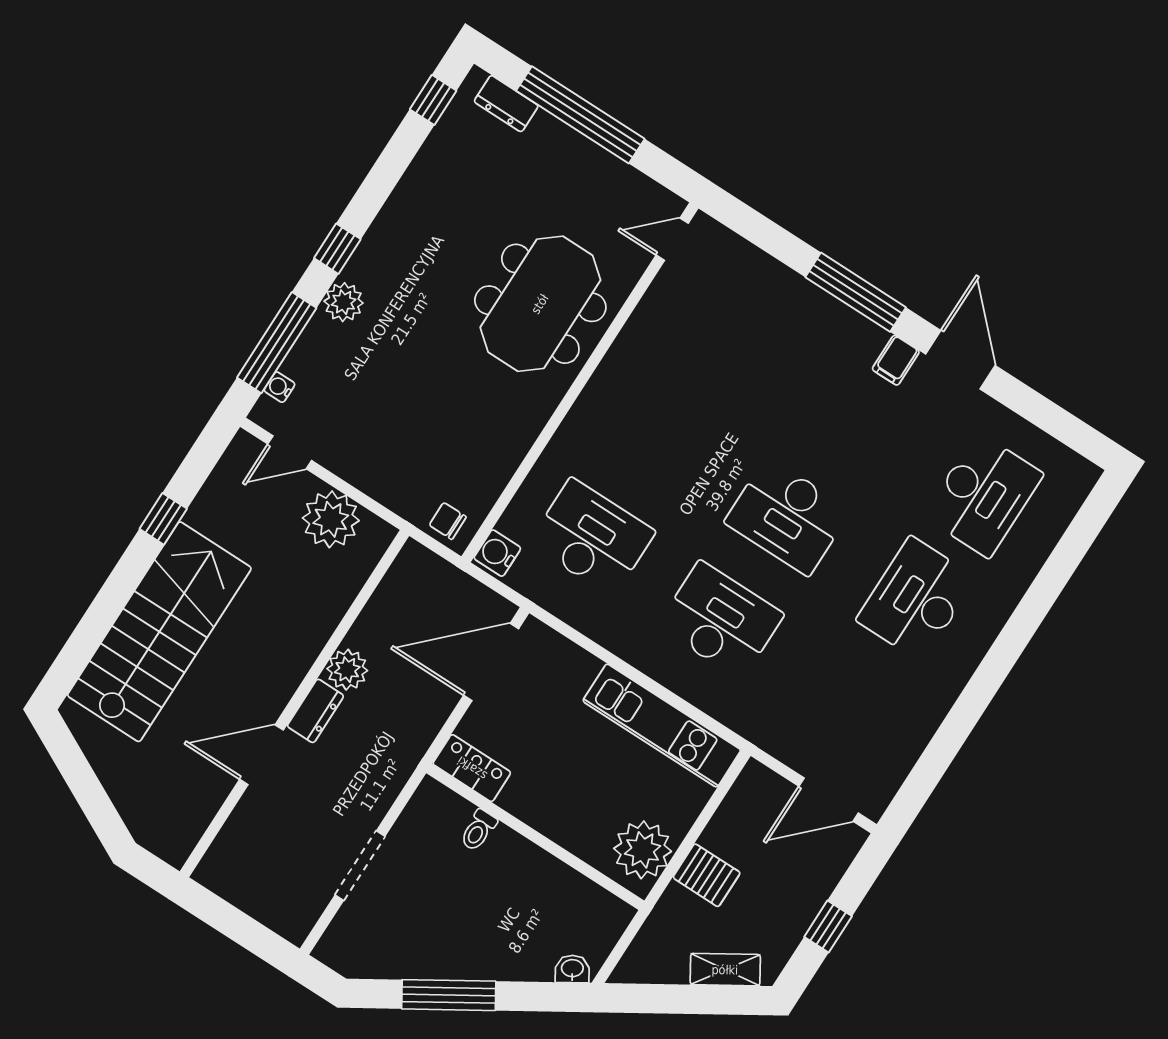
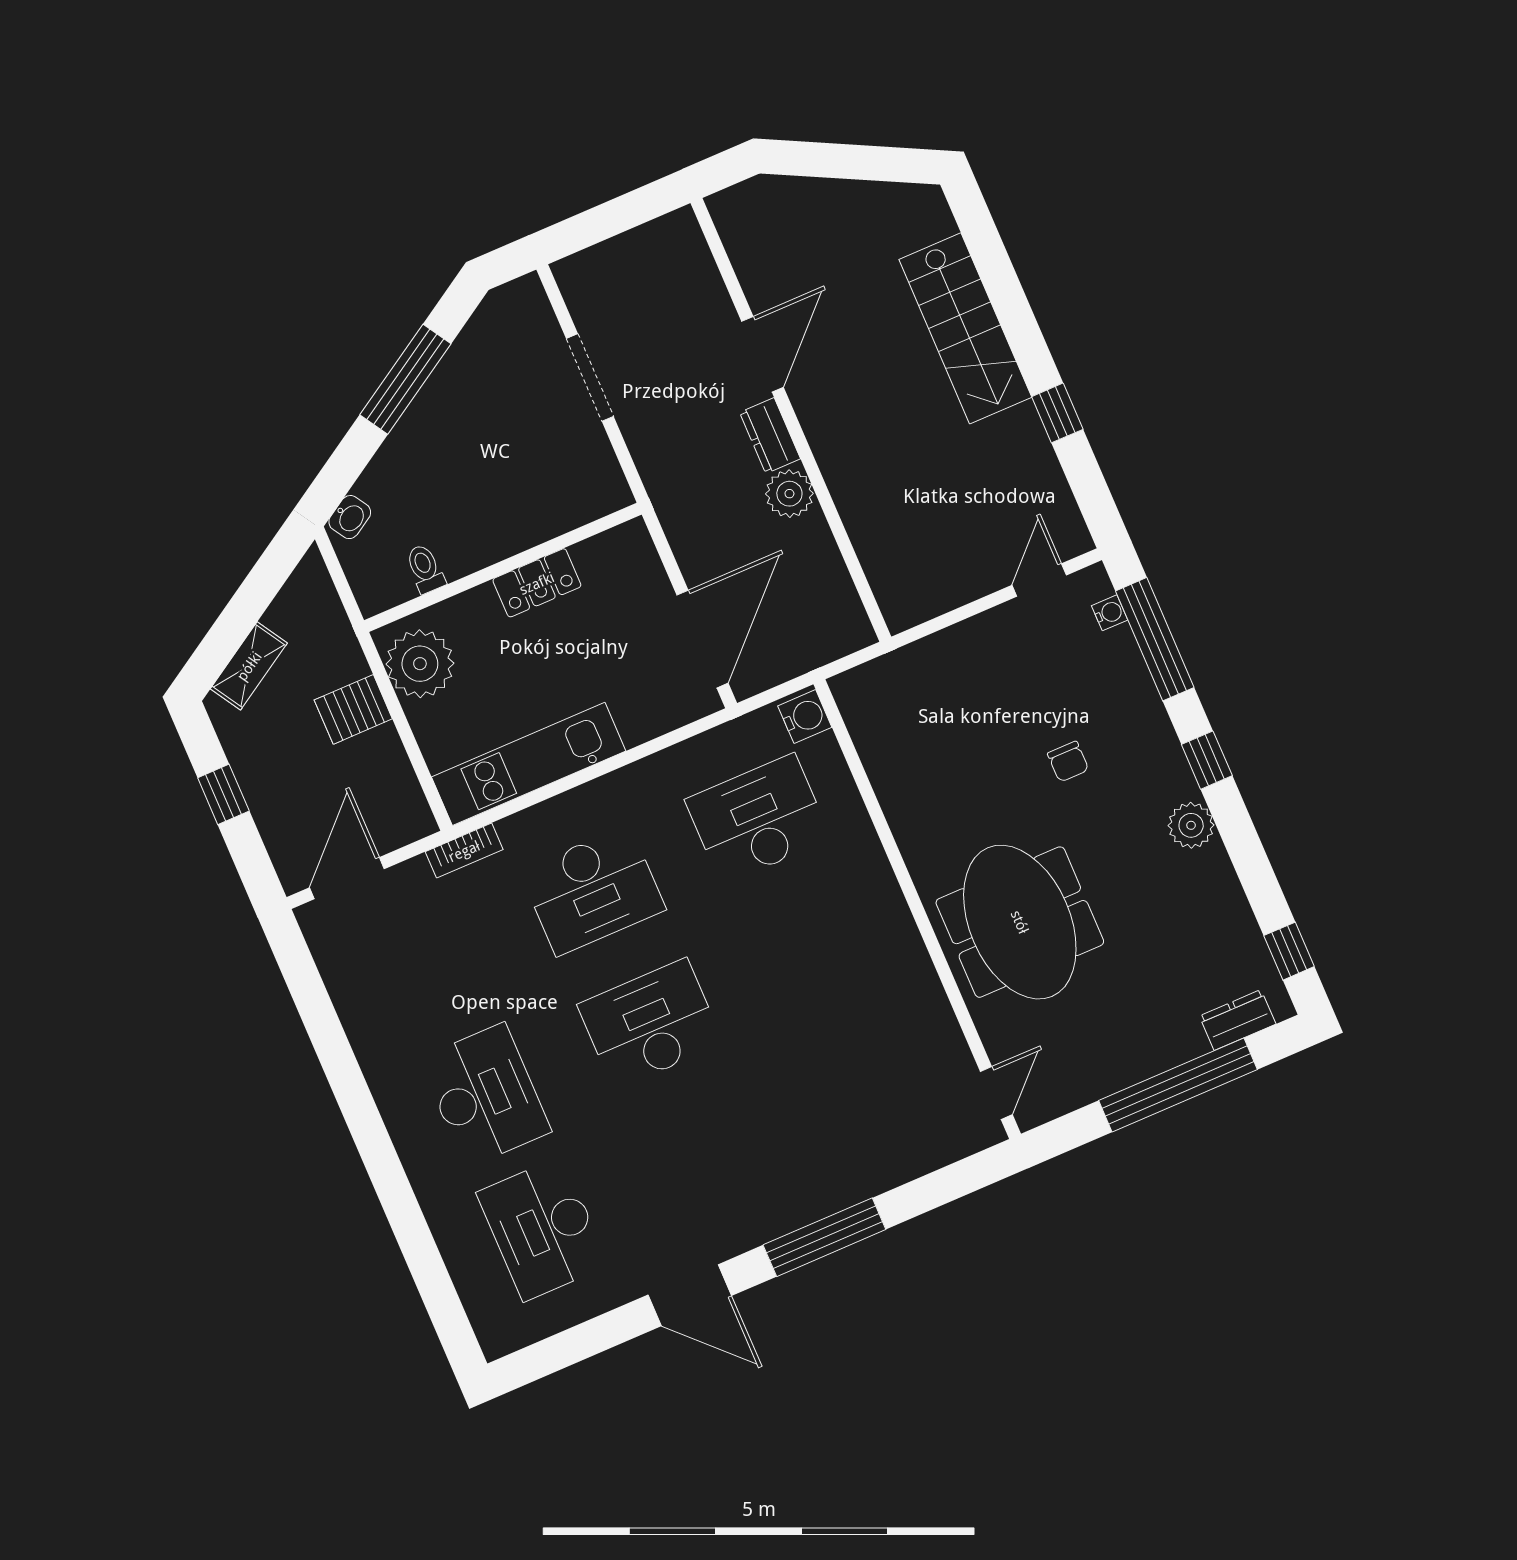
plant: (344, 302) -> (1191, 825), moved
filing cabinet: (896, 360) -> (732, 1232), removed
plant: (331, 519) -> (947, 576), removed
chair: (448, 521) -> (1068, 762), moved, turned 90
desk: (592, 537) -> (758, 819), turned 180
stairs: (159, 632) -> (965, 328), width x0.73, depth x0.66
bookcase: (754, 730) -> (464, 851), added
locker: (472, 768) -> (537, 583), moved
toilet: (478, 830) -> (425, 569), moved

